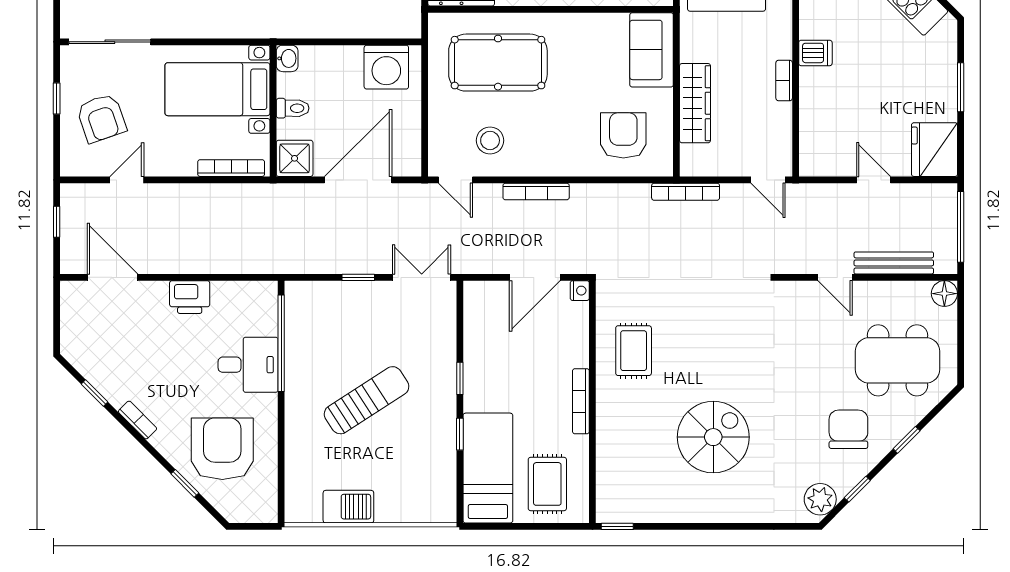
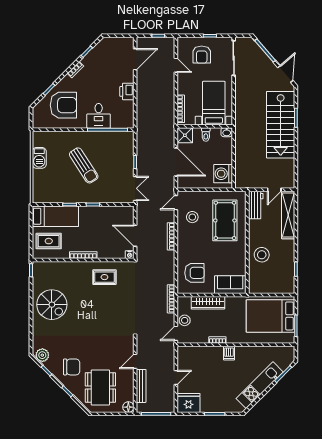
armchair: (101, 118) -> (202, 55), turned -71
stool: (737, 159) -> (185, 320), added
spiral stairs: (713, 437) -> (52, 305), moved

